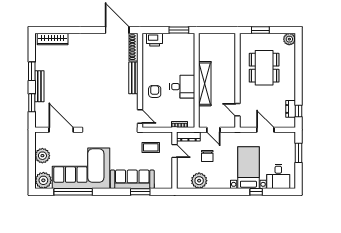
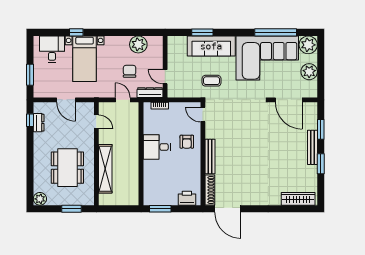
shelving: (205, 84) -> (105, 169), moved
coffee table: (151, 147) -> (212, 81), moved

